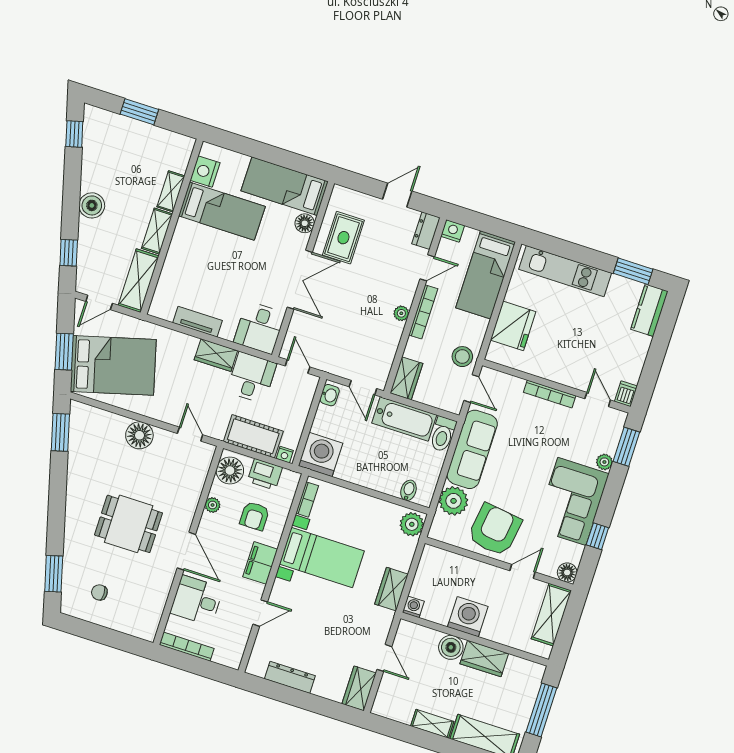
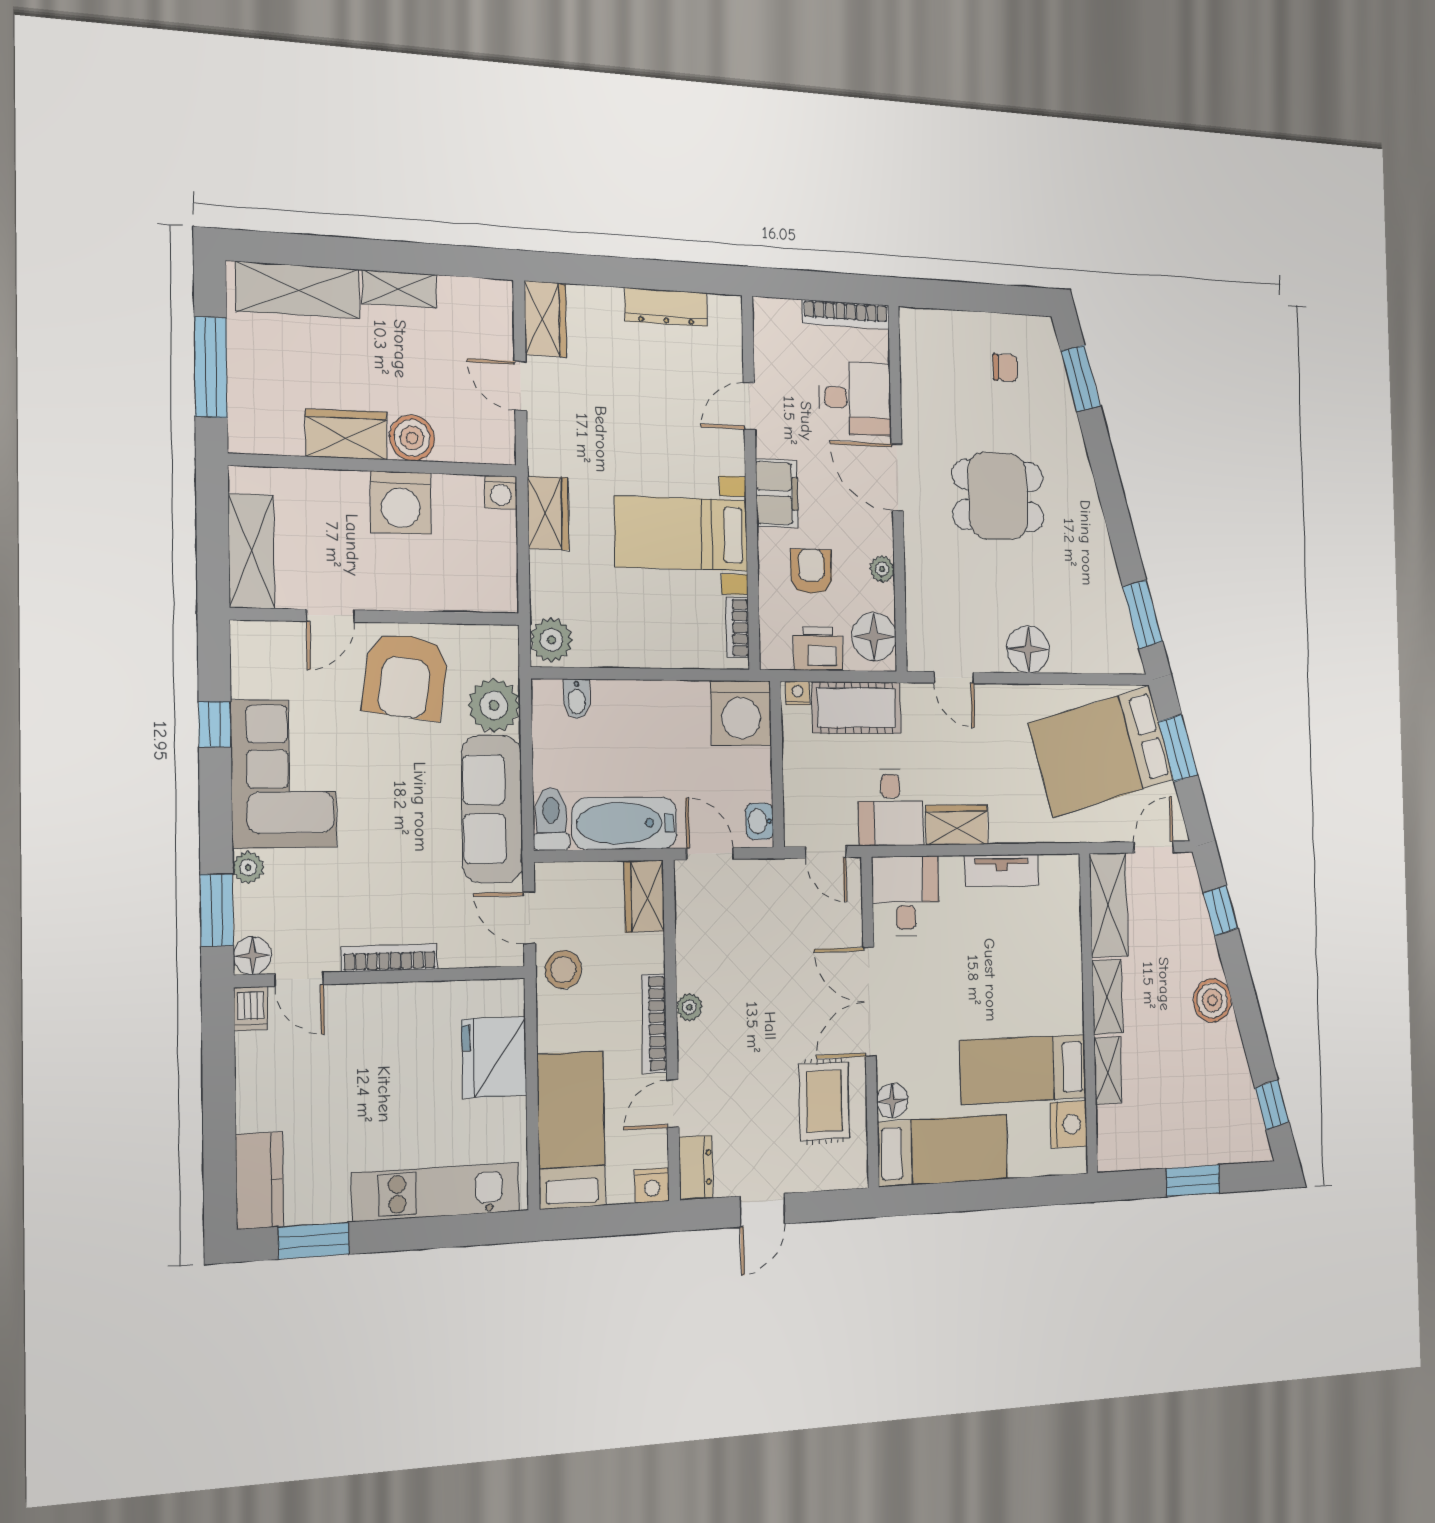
floor lamp: (567, 572) -> (252, 956), moved

